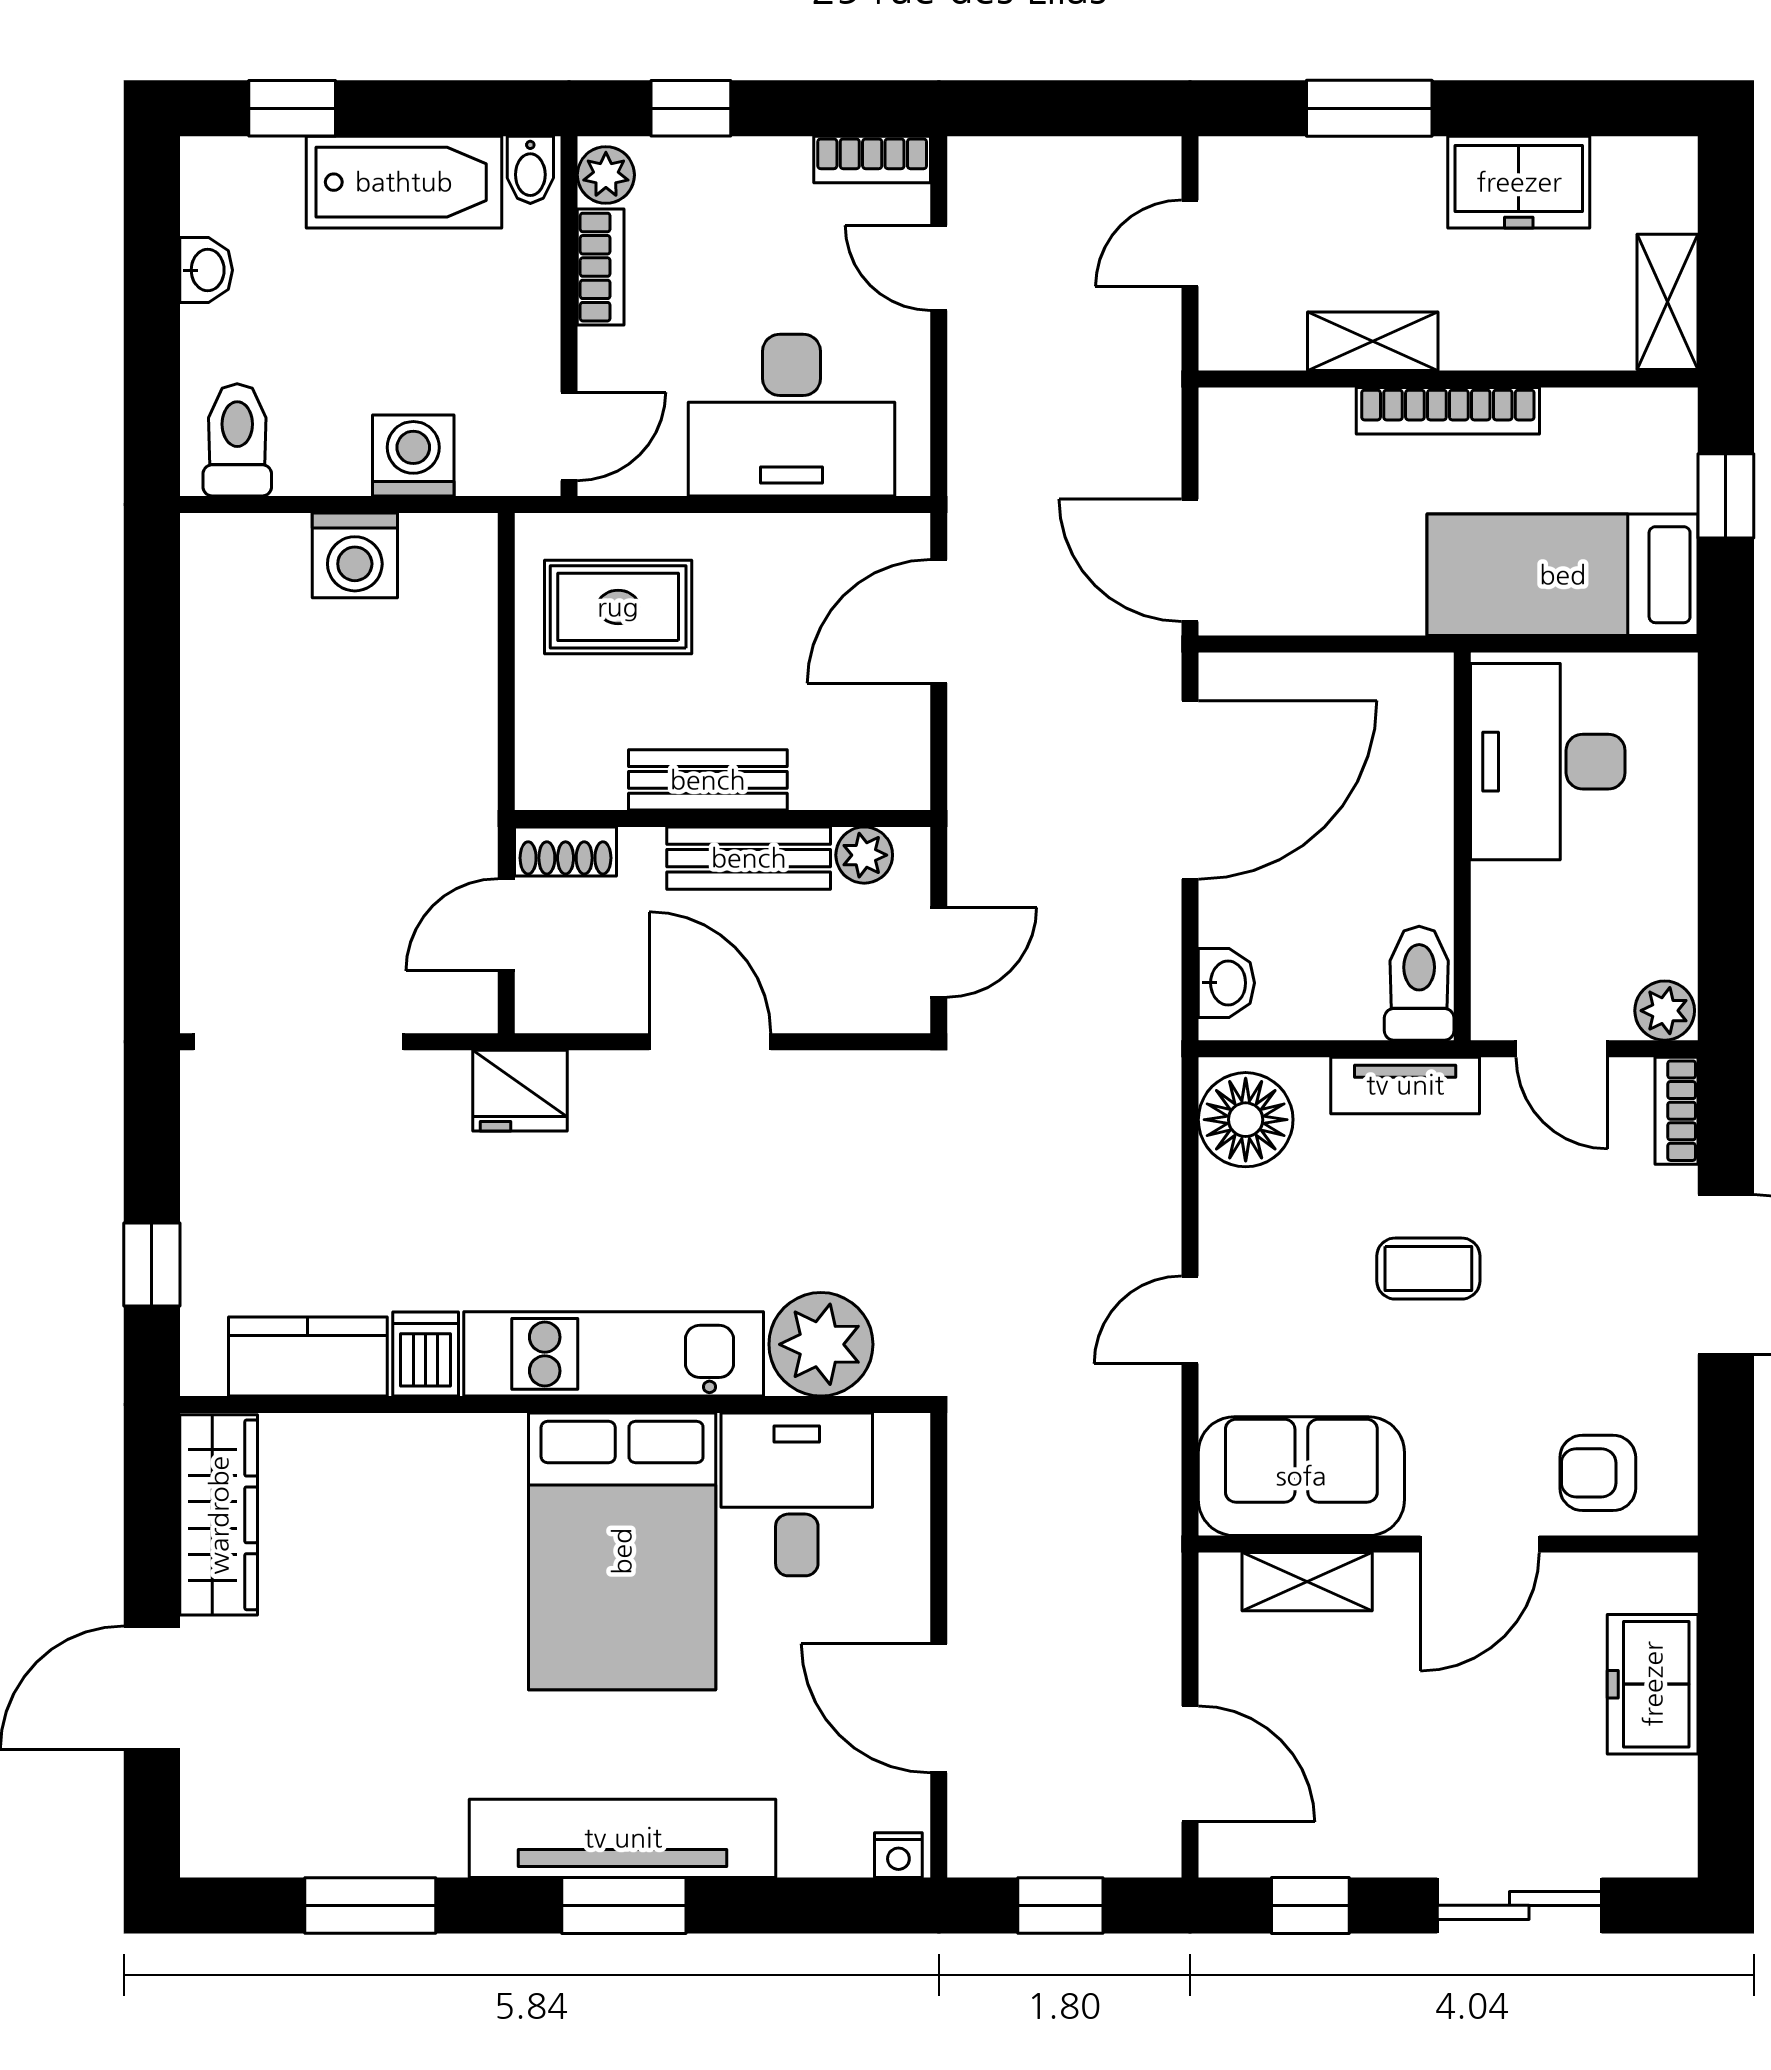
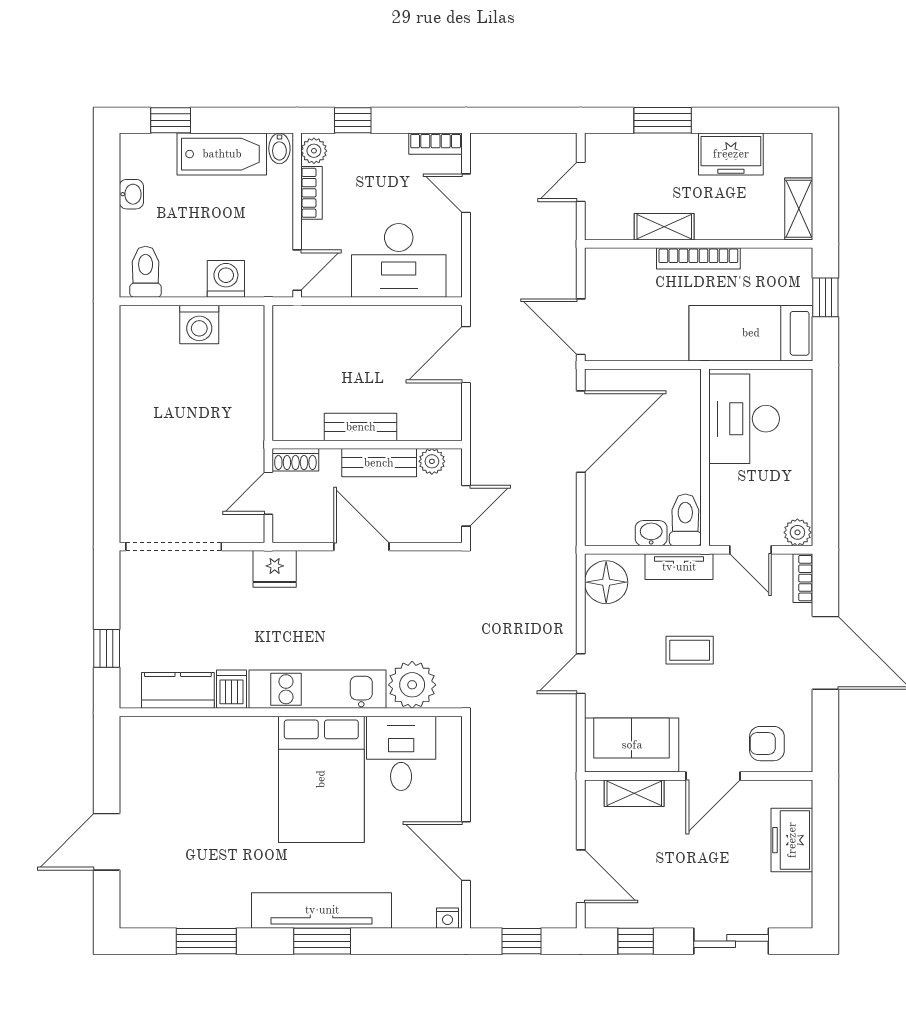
rug: (618, 607) -> (319, 348), removed
washbasin: (1226, 983) -> (651, 533), moved, turned -90
wardrobe: (219, 1515) -> (137, 763), removed

